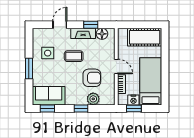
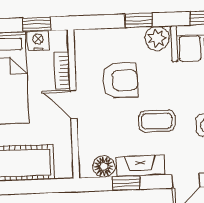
armchair: (92, 78) -> (120, 80), turned 180
plant: (93, 99) -> (157, 38), moved

